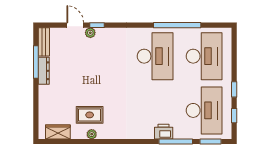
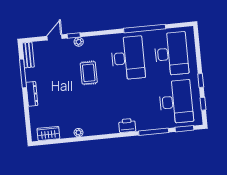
door: (75, 25) -> (54, 37), hinge flipped
plant: (90, 33) -> (79, 42), moved
dresser: (44, 71) -> (32, 94), moved
rug: (90, 115) -> (89, 73), moved, turned 90
printer: (164, 132) -> (127, 125), moved

